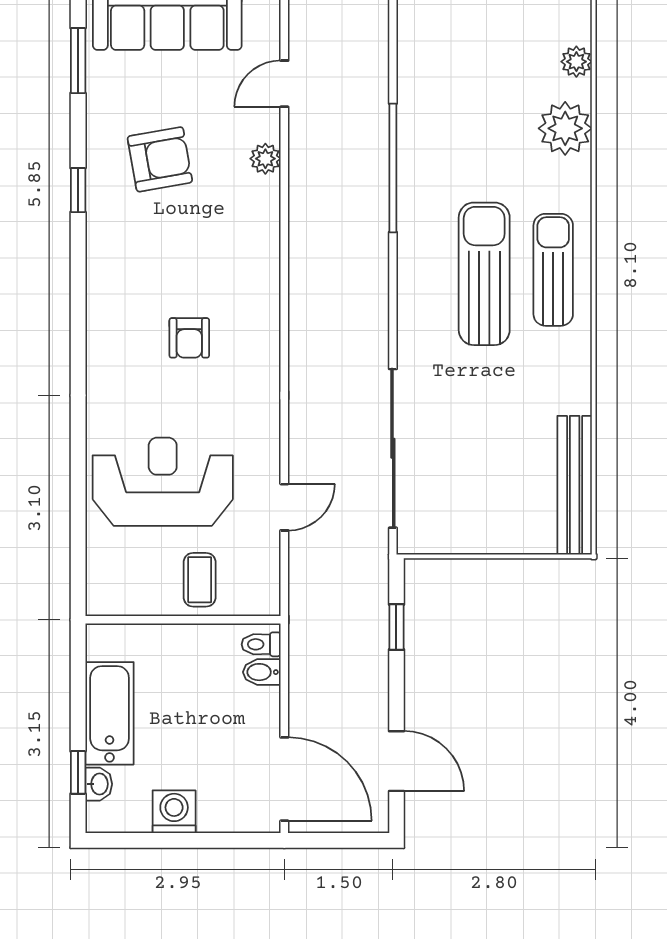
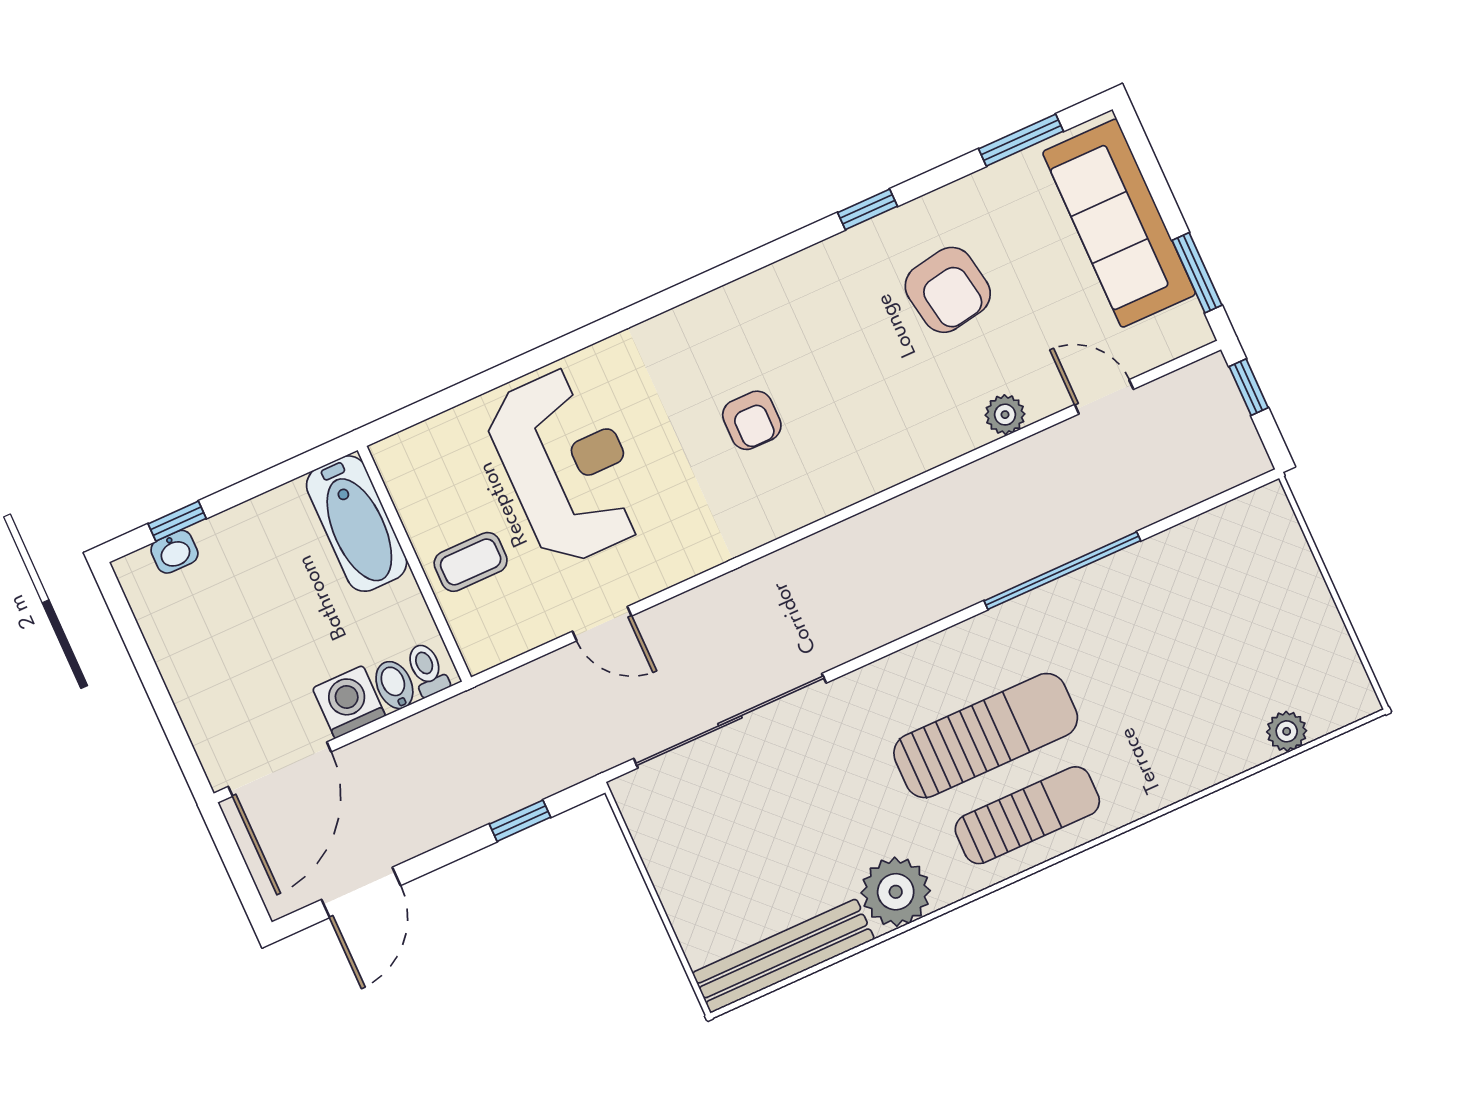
plant: (565, 128) -> (896, 892), moved
armchair: (189, 338) -> (752, 420), turned -90
bathtub: (110, 713) -> (357, 524), moved, turned 90
washing machine: (174, 812) -> (349, 702), moved, turned -90

